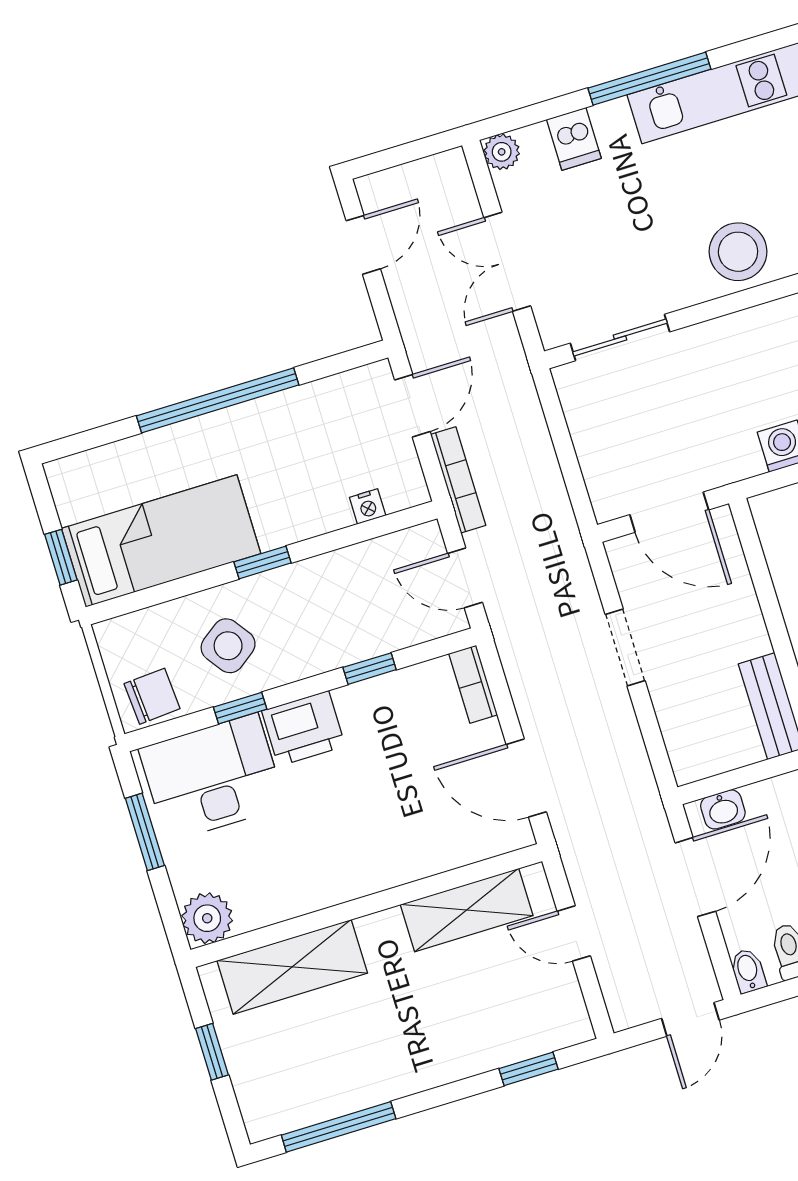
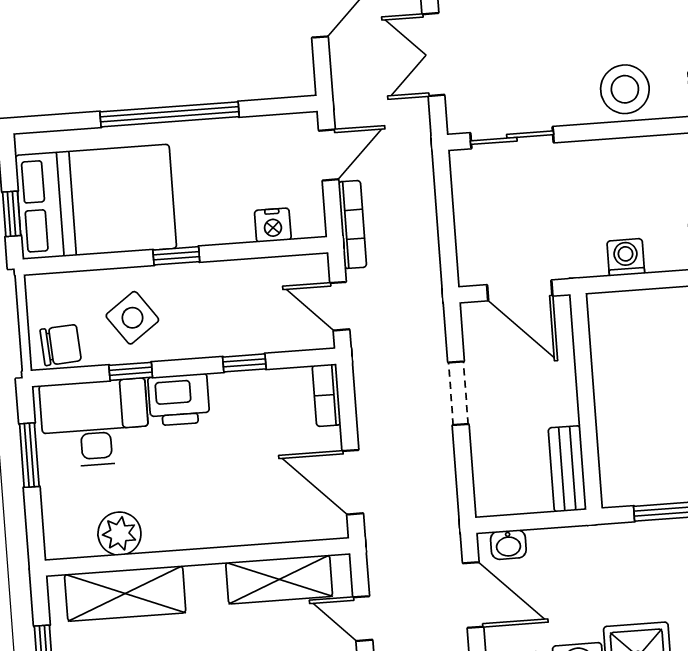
nightstand: (368, 506) -> (273, 225), width x1.39, depth x1.35
bed: (161, 541) -> (96, 202), width x1.50
door: (695, 877) -> (473, 595), hinge flipped
plant: (207, 918) -> (119, 534), moved

